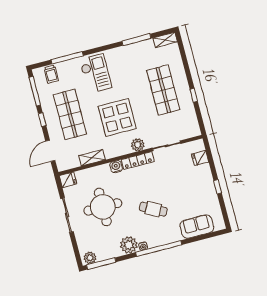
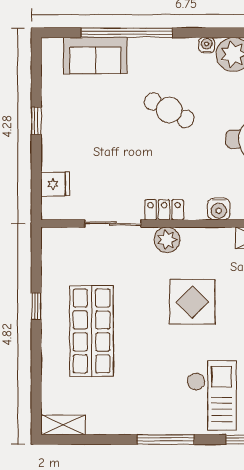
window: (136, 40) -> (166, 440), moved
checkout: (96, 74) -> (212, 395), turned 180
display table: (117, 117) -> (192, 302), width x0.73, depth x0.73
locker: (138, 161) -> (164, 210), width x0.66
window: (159, 249) -> (127, 33), moved

